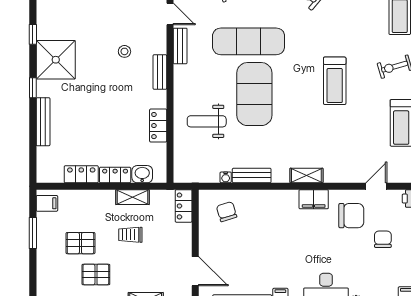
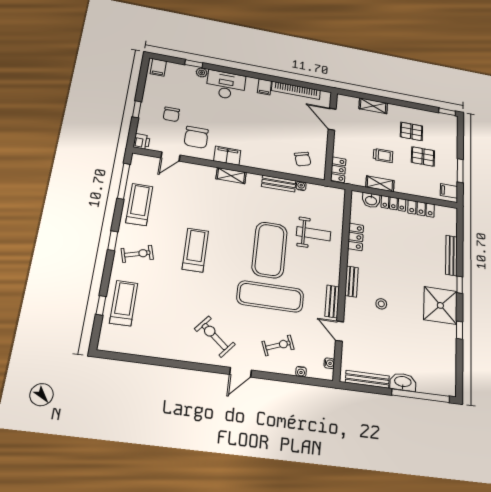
chair: (351, 216) -> (196, 137), turned -90

